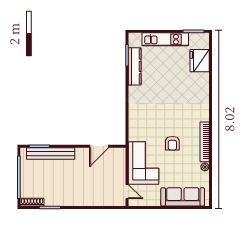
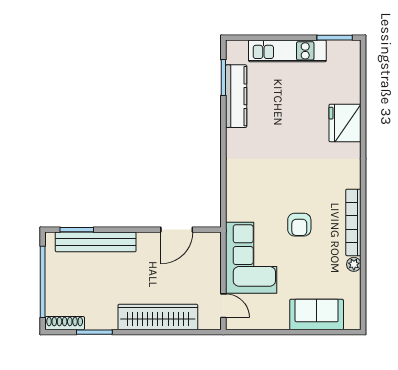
fridge: (200, 61) -> (345, 123), moved
sofa: (183, 197) -> (317, 314), width x0.73
wardrobe: (88, 198) -> (158, 317), added

